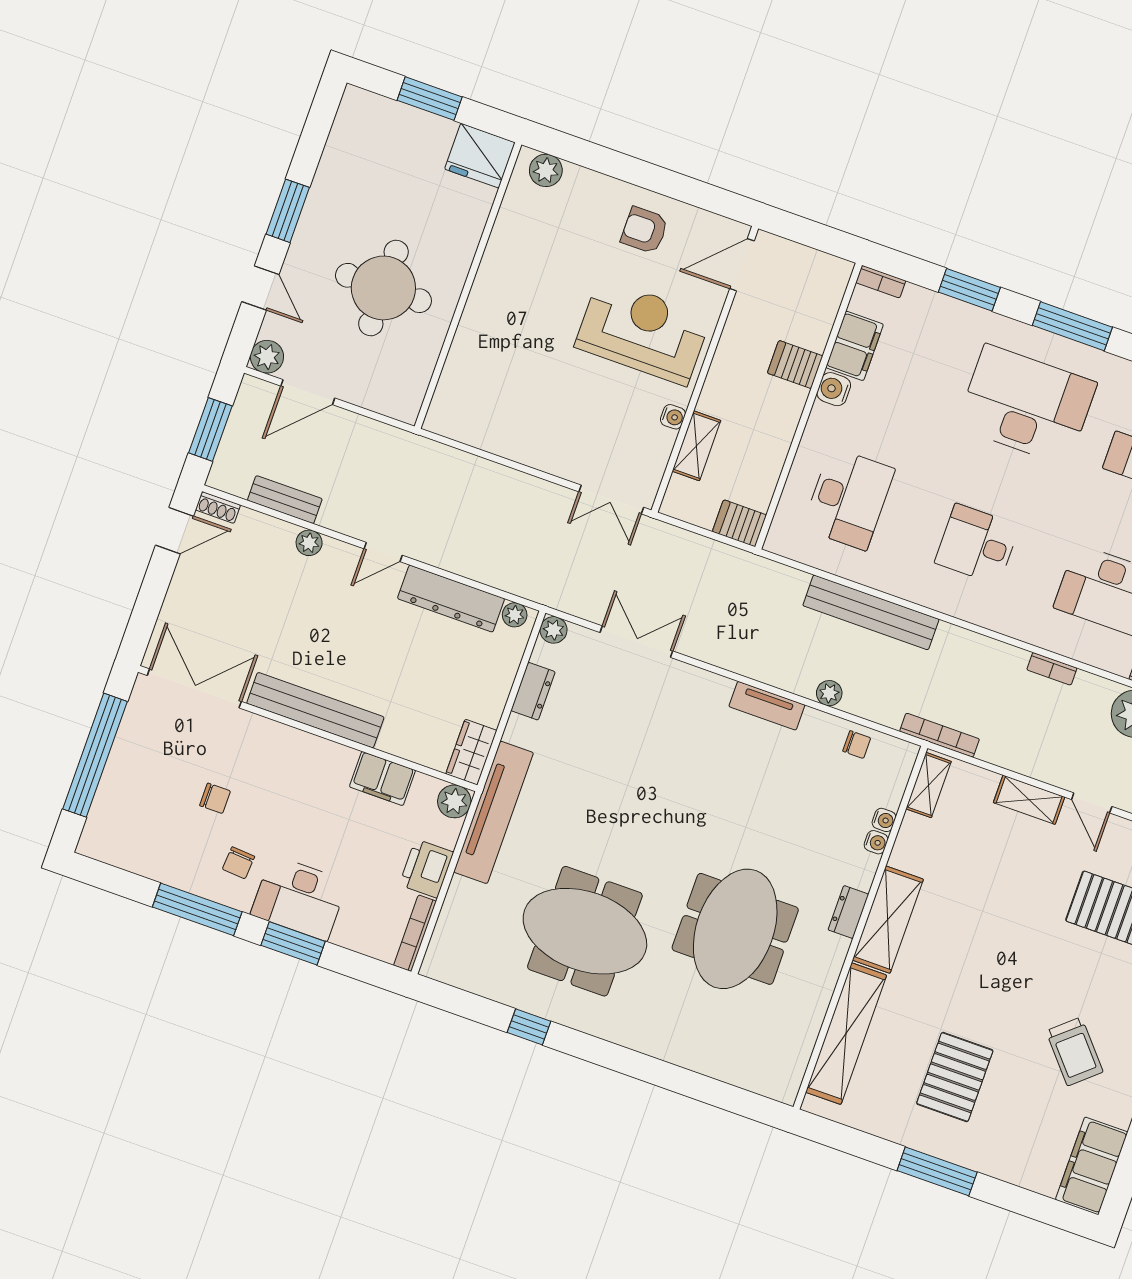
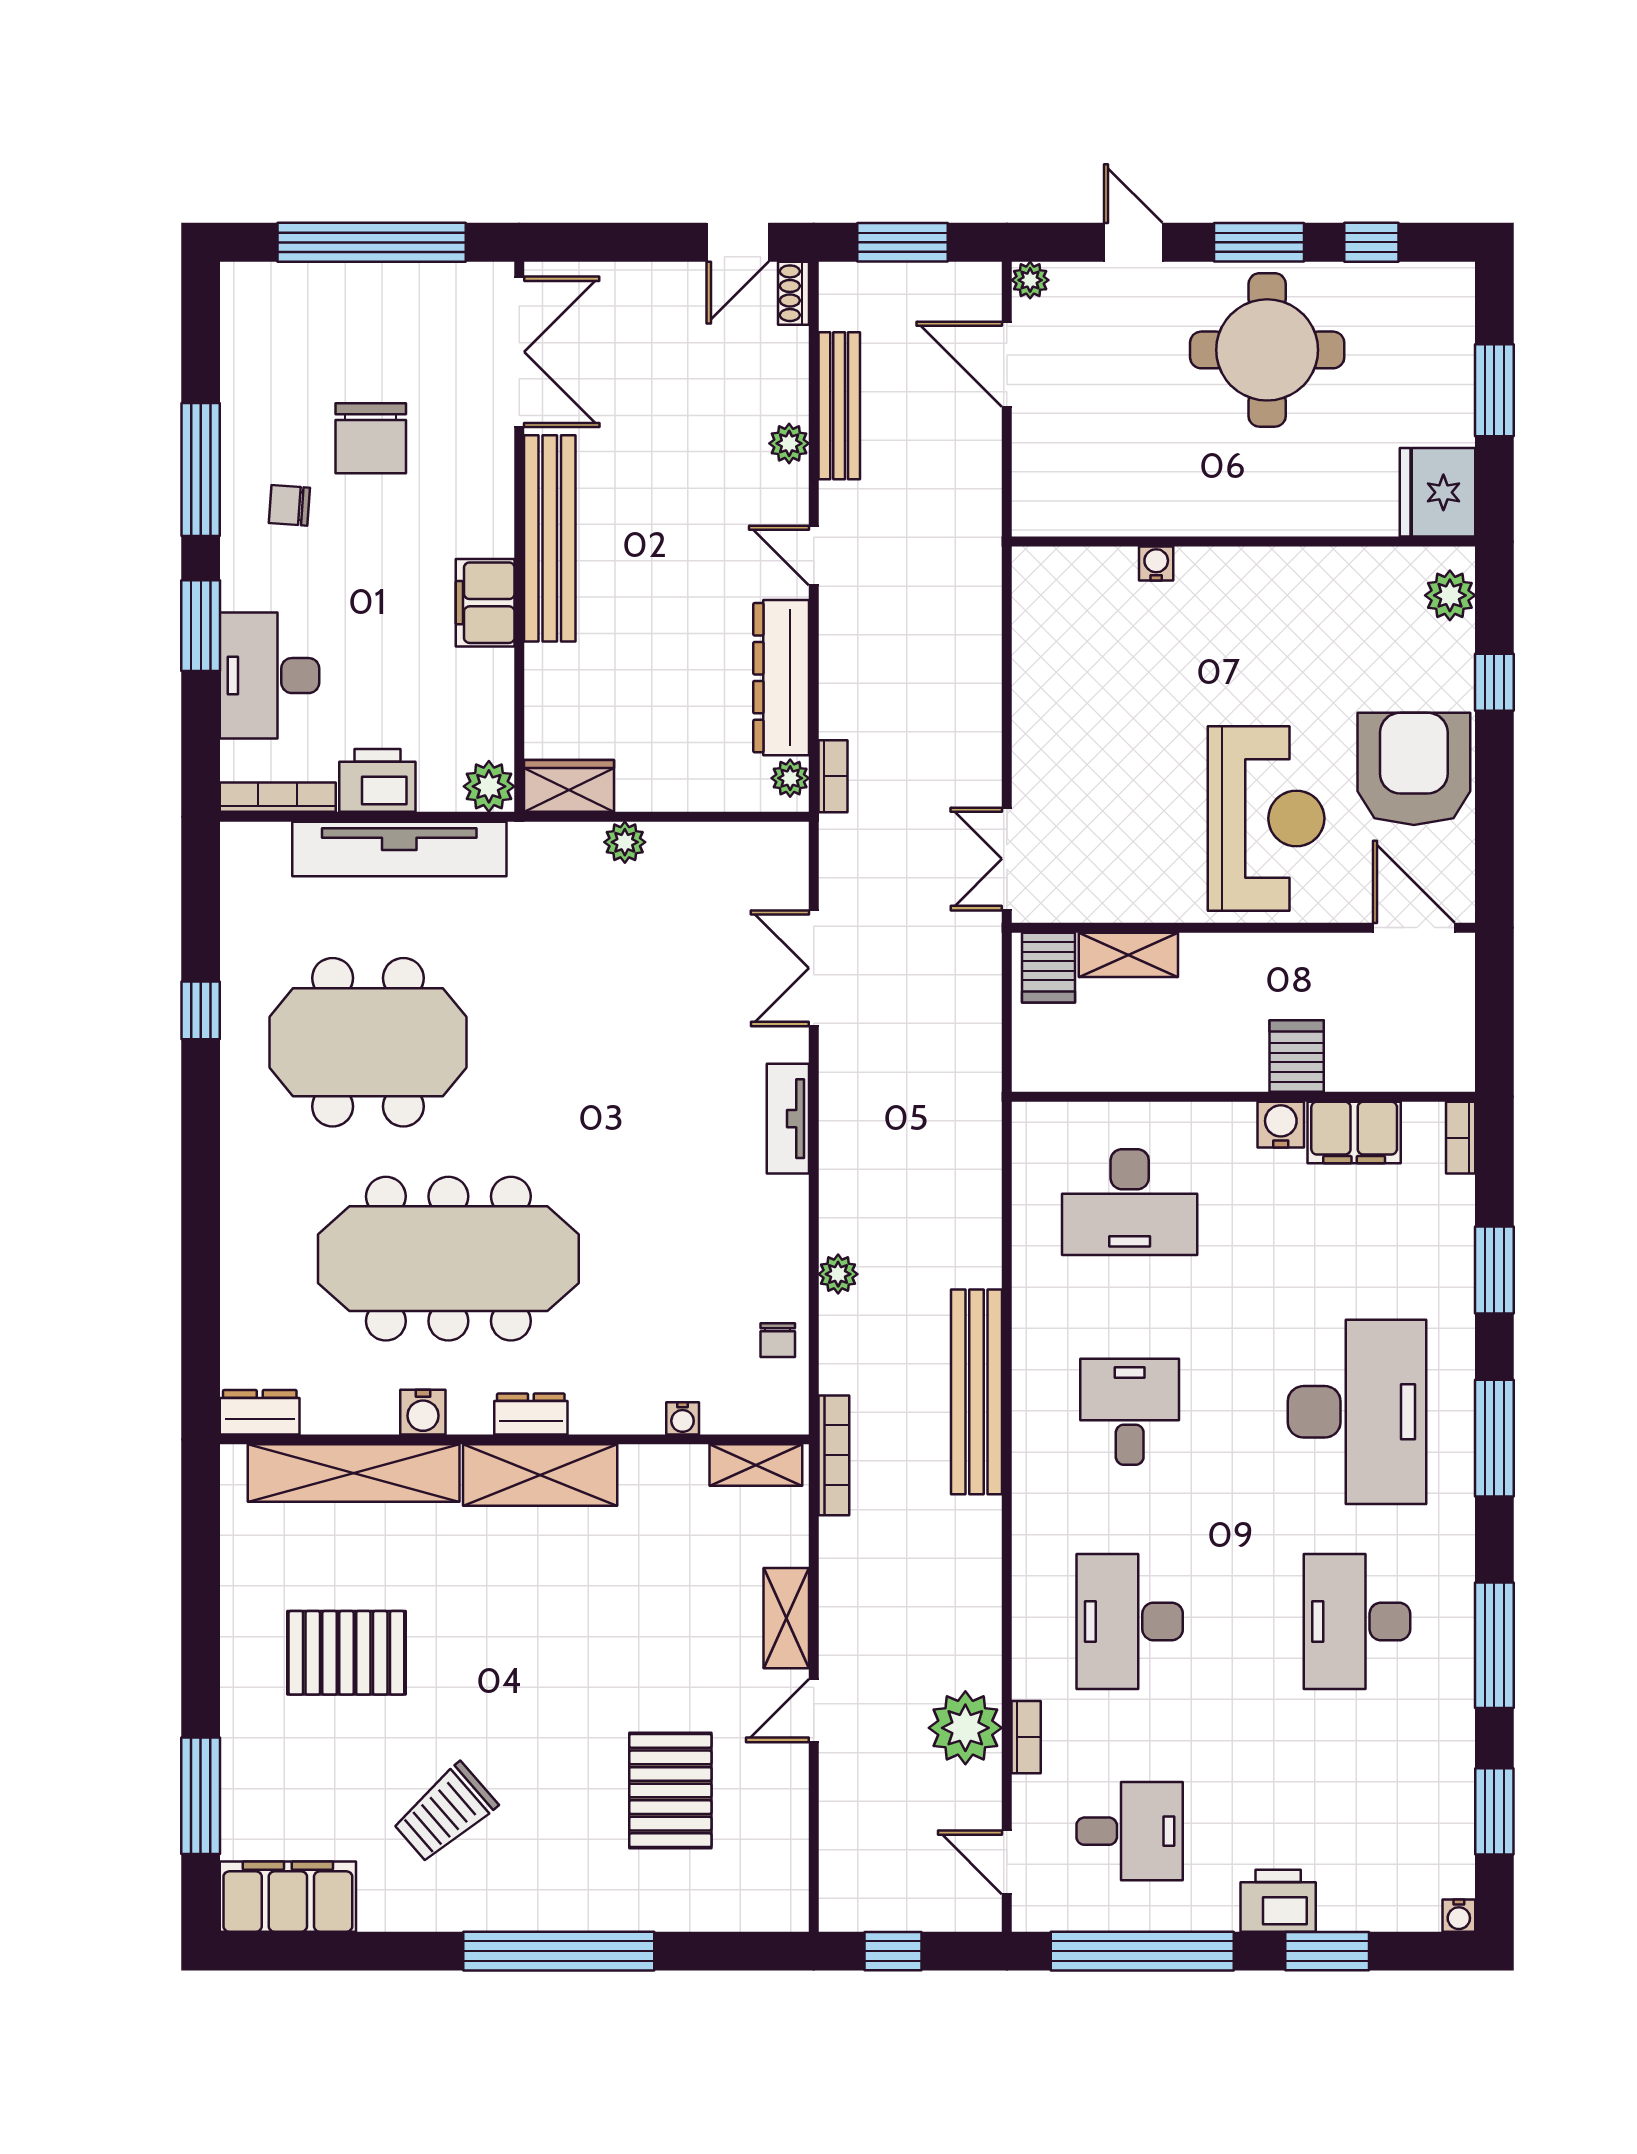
window: (312, 142) -> (1371, 242), added
window: (609, 162) -> (1494, 682), added
armchair: (644, 230) -> (1414, 769), width x1.88, depth x1.88
door: (260, 288) -> (1133, 242), swing flipped
round table: (383, 288) -> (1267, 350), moved
plant: (267, 357) -> (1030, 280), width x0.73, depth x0.73
water cooler: (673, 417) -> (1156, 563), moved, turned 180
bench: (285, 500) -> (839, 406), width x1.36
server rack: (739, 523) -> (1049, 968), moved, turned 180
door: (175, 531) -> (738, 242), hinge flipped
bench: (871, 612) -> (976, 1392), moved
plant: (554, 630) -> (625, 842), moved
double door: (636, 642) -> (814, 968), swing flipped
bookcase: (1052, 669) -> (833, 776), moved, turned 180
dresser: (533, 691) -> (260, 1412), moved, turned 180
tv unit: (767, 706) -> (788, 1119), moved
filing cabinet: (382, 779) -> (485, 603), moved
chair: (215, 798) -> (371, 438), width x1.87, depth x1.87
tv unit: (494, 812) -> (399, 849), moved
water cooler: (876, 842) -> (423, 1412), moved, width x1.38, depth x1.38
desk: (299, 898) -> (270, 676), moved
meeting table: (735, 929) -> (448, 1259), width x1.36
meeting table: (585, 931) -> (368, 1042), turned 90
window: (937, 1171) -> (201, 1796), moved

